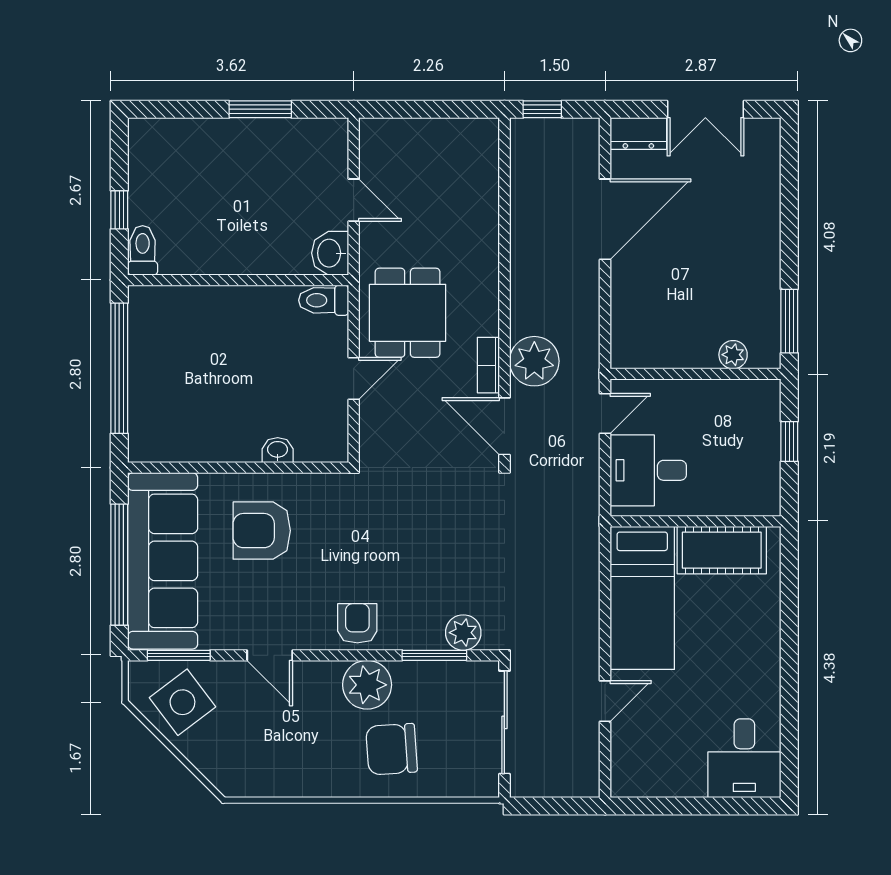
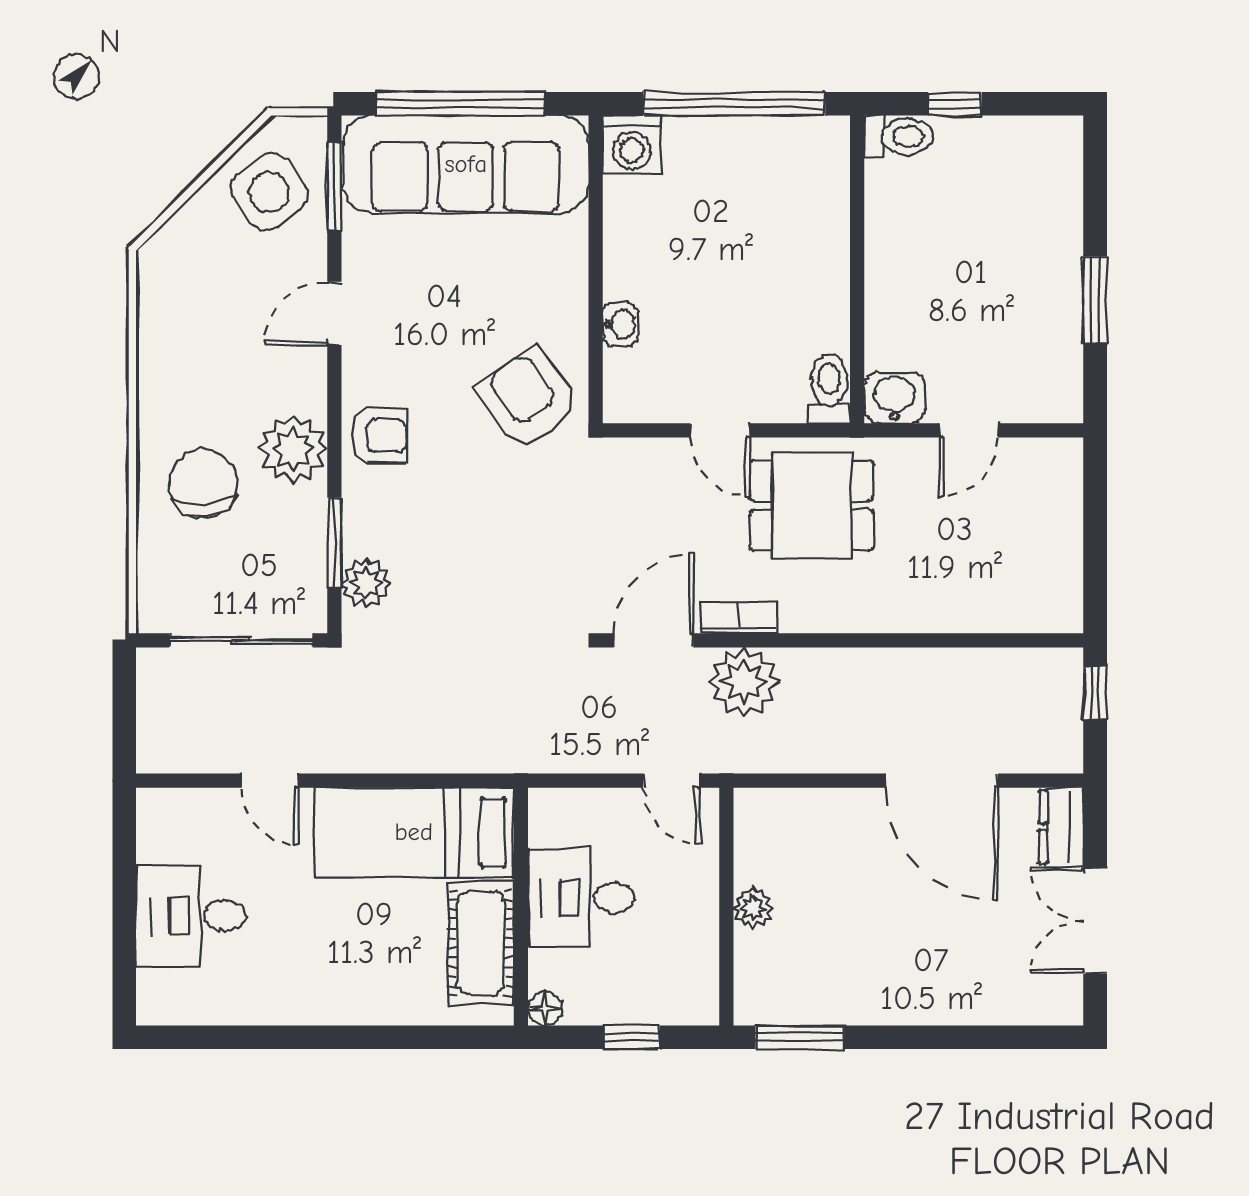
plant: (733, 355) -> (753, 908), moved
washing machine: (148, 442) -> (632, 144), added
desk: (648, 470) -> (581, 898), moved, turned -90
floor lamp: (768, 504) -> (545, 1008), added
armchair: (262, 531) -> (528, 398), moved, turned -35
desk: (744, 758) -> (191, 916), moved

